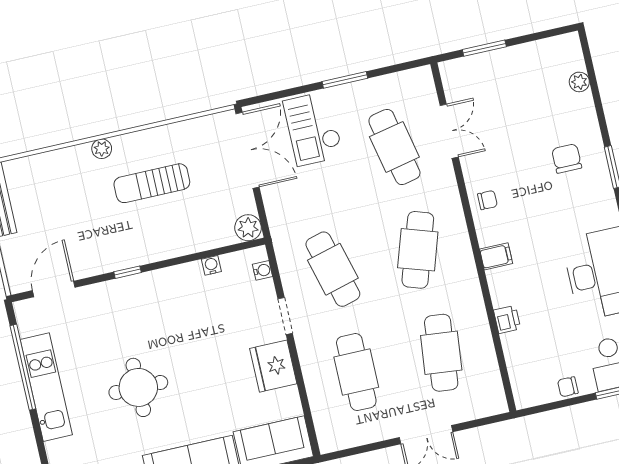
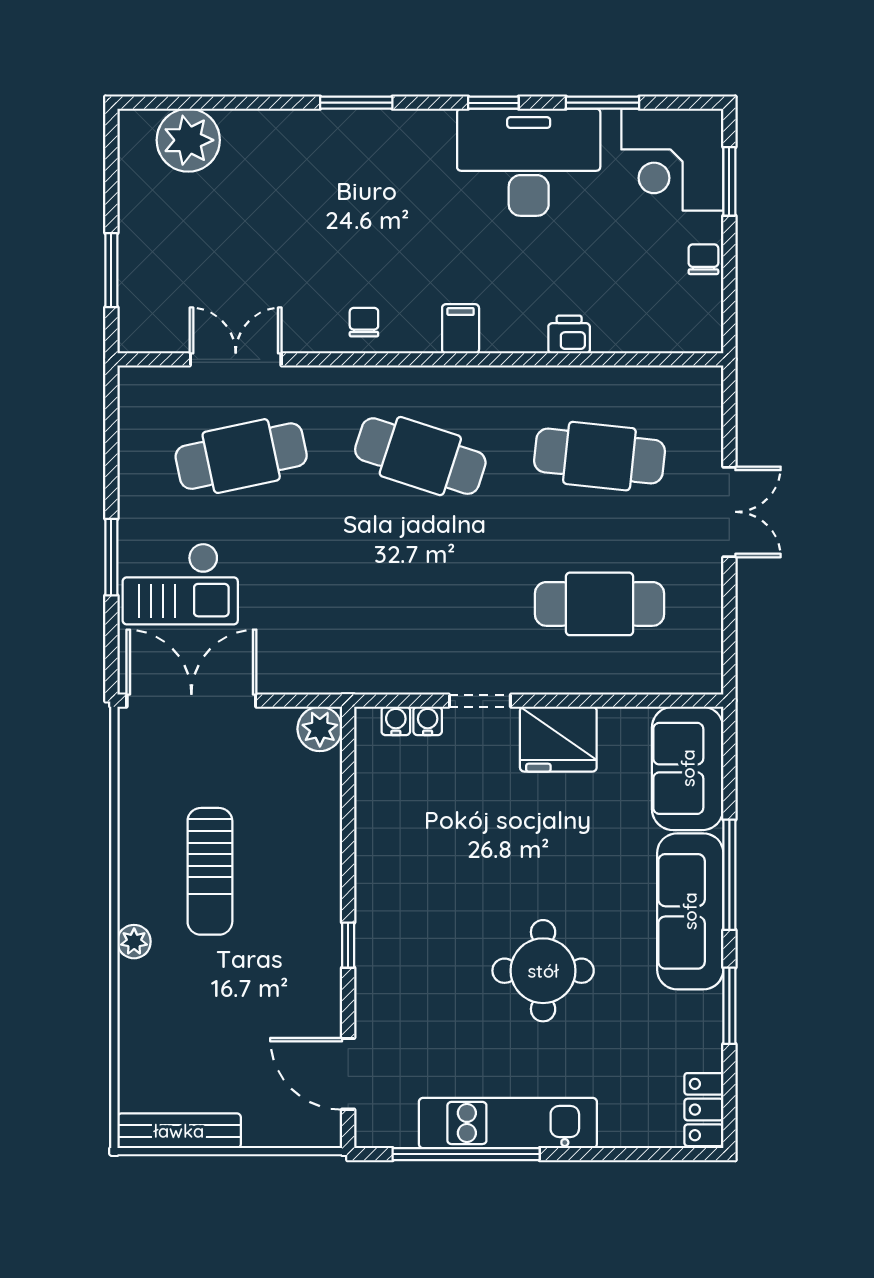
window: (345, 80) -> (111, 557), moved
plant: (579, 82) -> (188, 140), width x1.87, depth x1.87
chair: (567, 159) -> (325, 175), removed
water cooler: (211, 265) -> (428, 721), moved, turned 90
cafe table: (333, 269) -> (420, 604), removed
chair: (568, 387) -> (703, 259), turned 180

